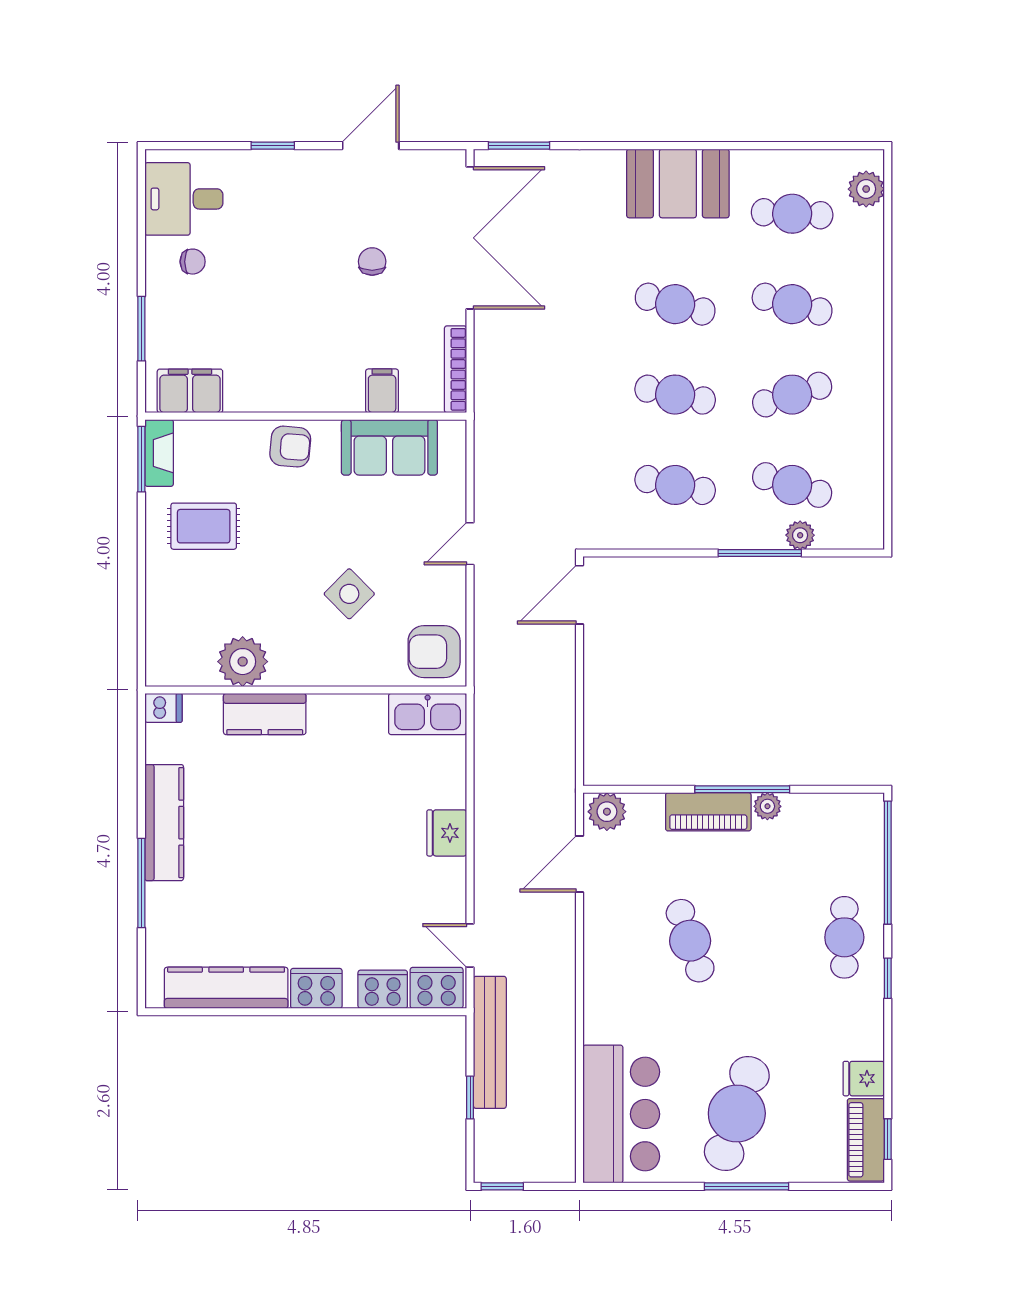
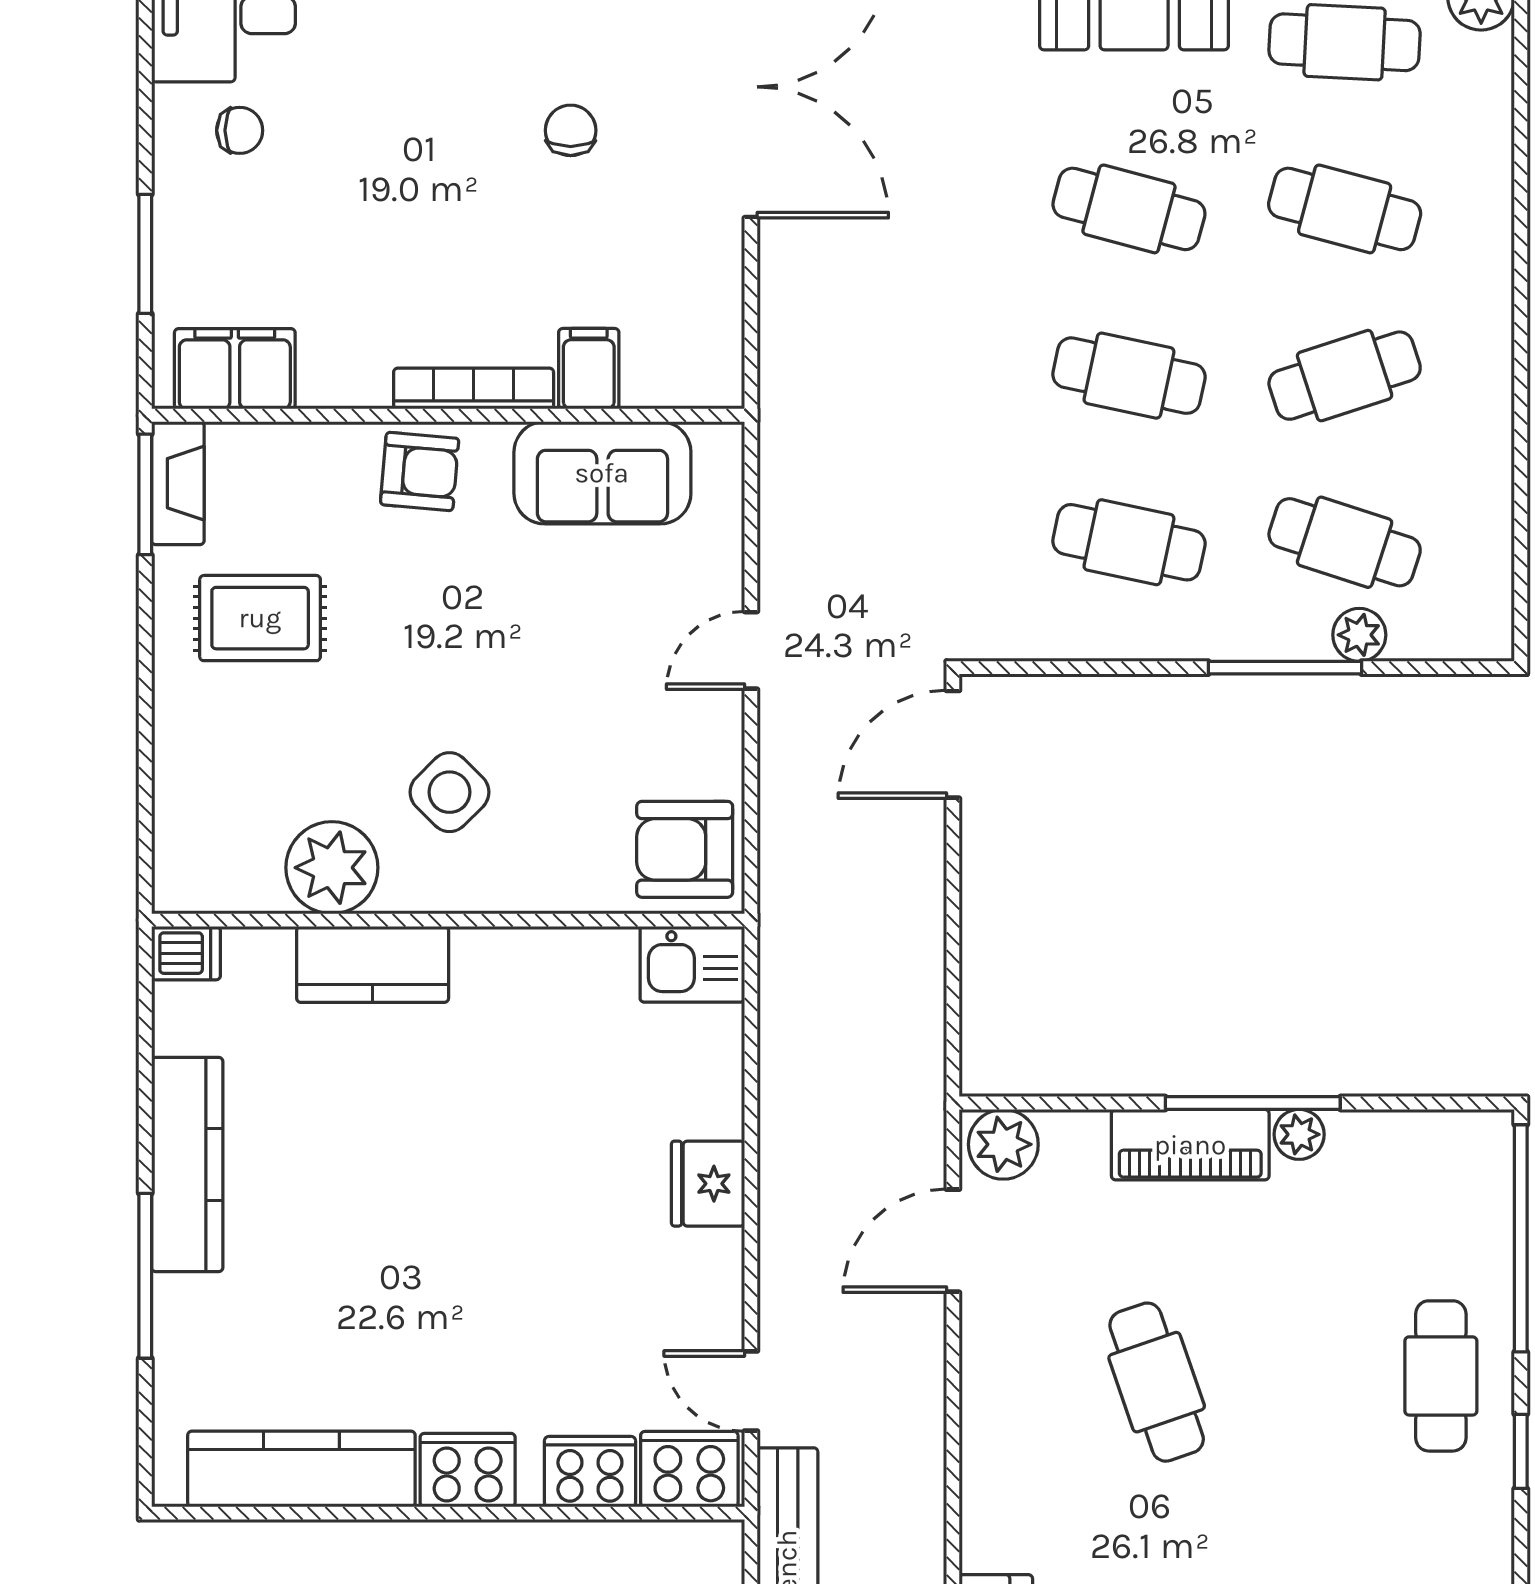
bookcase: (455, 369) -> (474, 389), moved, turned 90
side table: (349, 594) -> (450, 792), moved
kitchen sink: (428, 714) -> (692, 964), width x0.73

